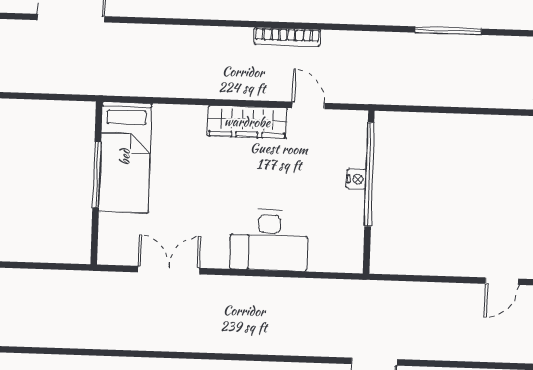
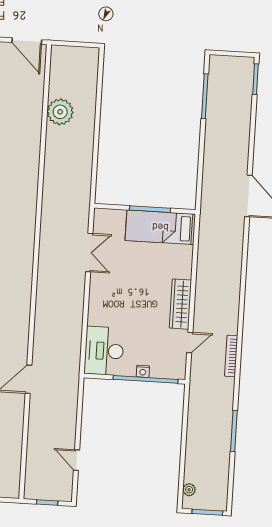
bookcase: (287, 37) -> (231, 356), moved
desk: (269, 240) -> (104, 351), moved

